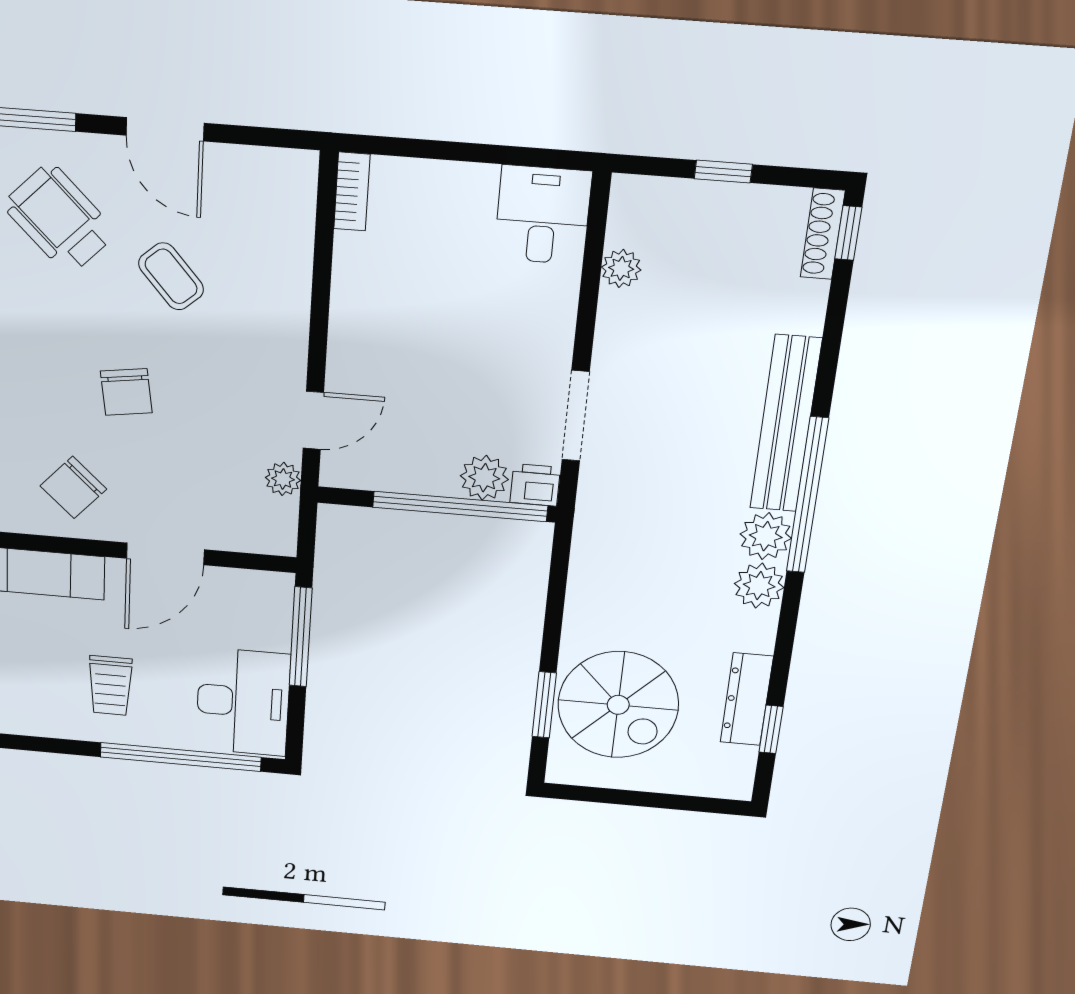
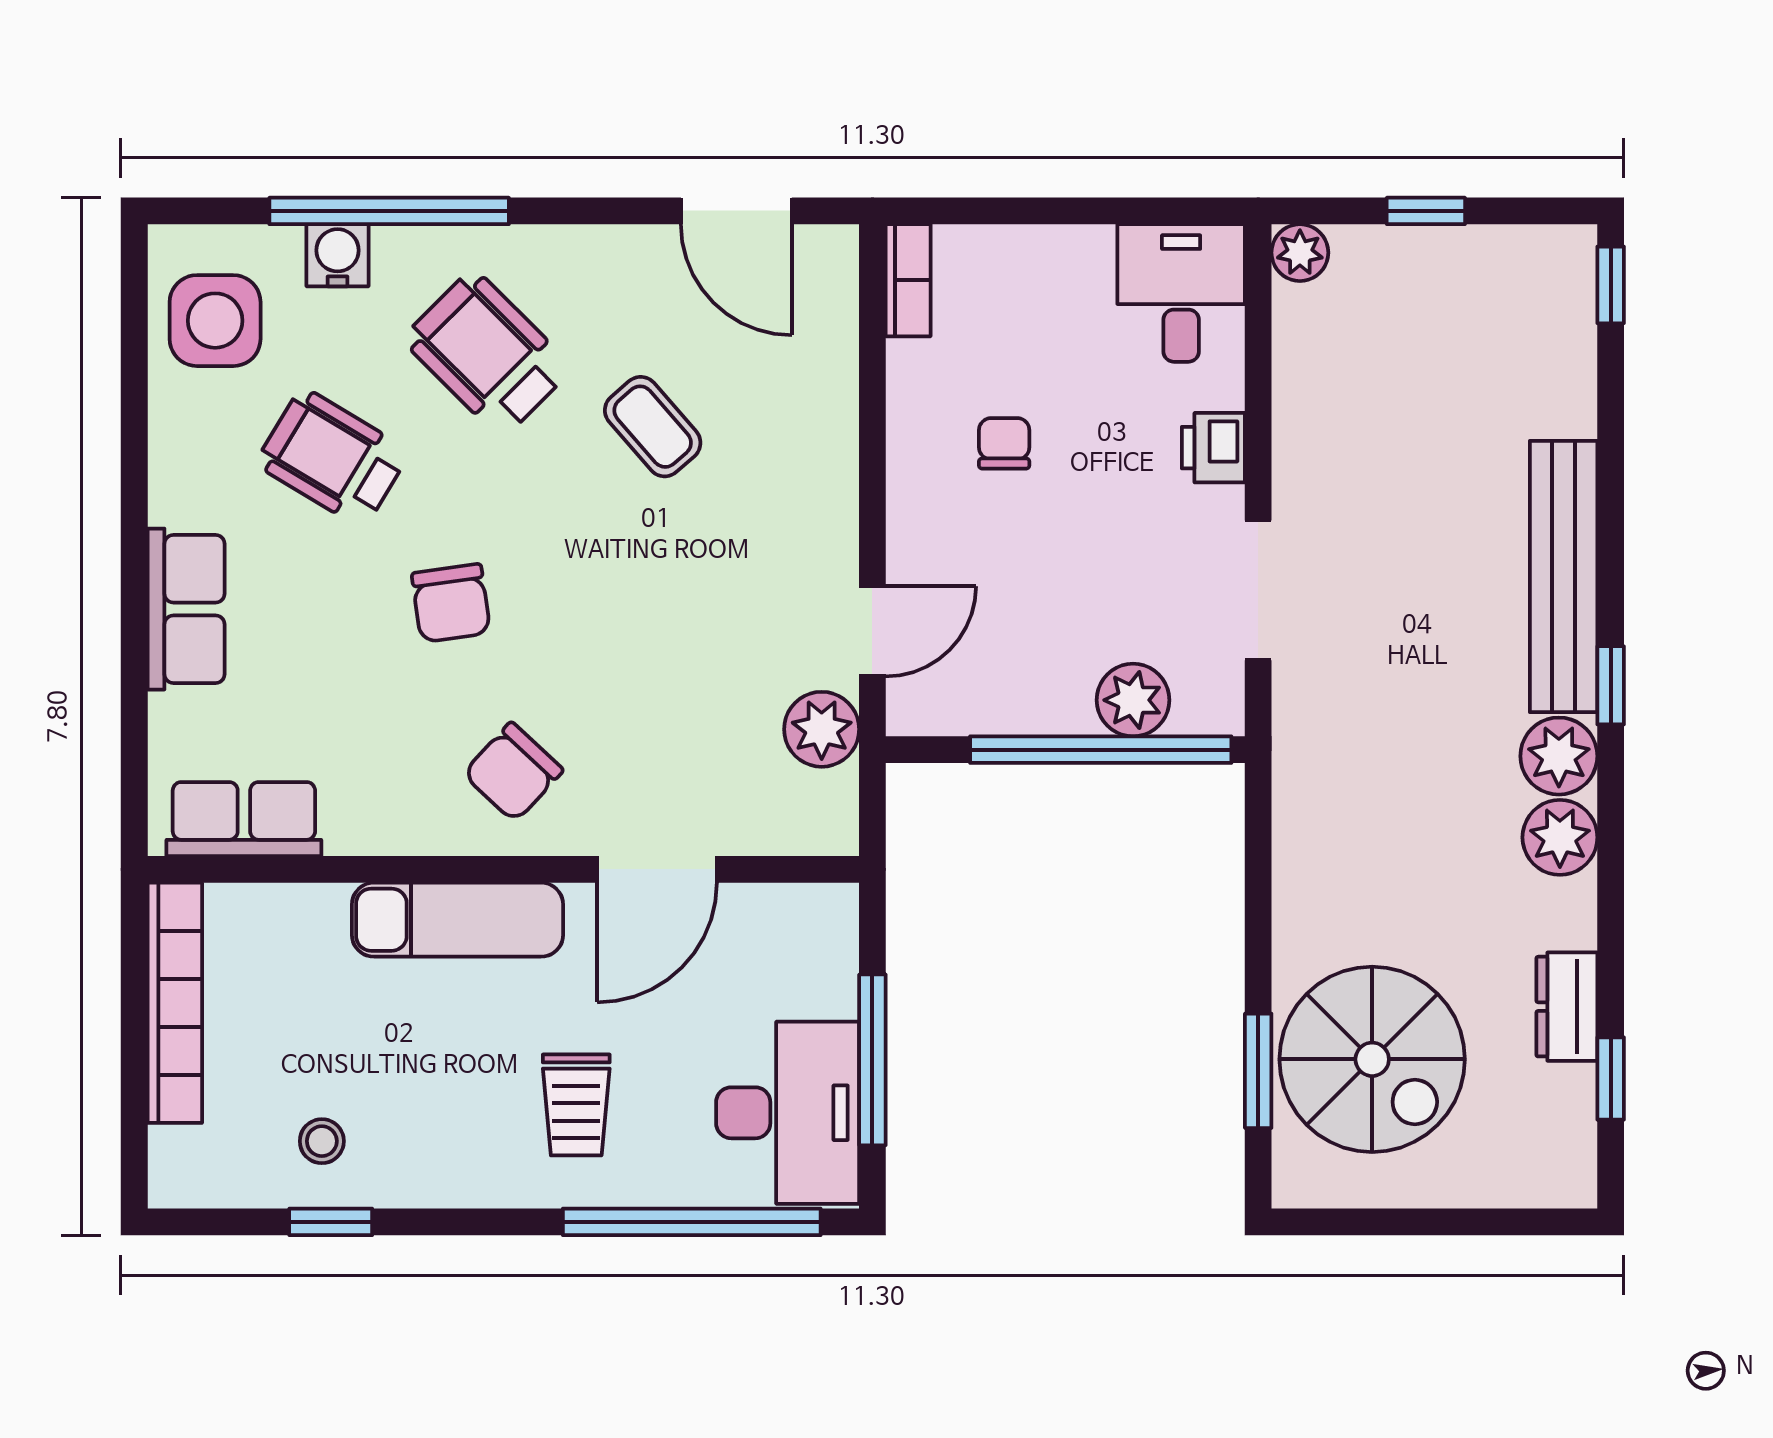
door: (165, 129) -> (736, 211), moved
shoe rack: (823, 234) -> (1575, 289), removed
plant: (621, 268) -> (1300, 253), moved
chair: (411, 306) -> (1004, 443), added
chair: (126, 392) -> (451, 603), moved
plant: (283, 479) -> (822, 729), width x1.38, depth x1.38
printer: (535, 485) -> (1213, 448), moved, turned -90
window: (807, 495) -> (1611, 685), width x0.32
window: (301, 637) -> (872, 1060), moved
dresser: (747, 699) -> (1567, 1007), width x0.70

